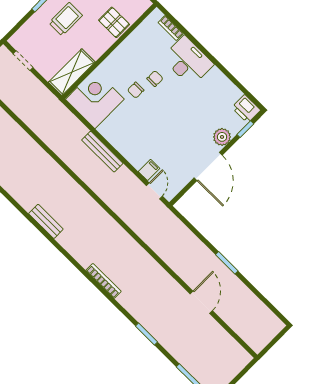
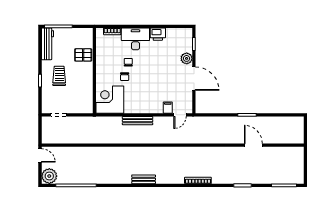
shelving: (72, 72) -> (87, 98), removed
printer: (246, 109) -> (158, 34), moved
door: (154, 191) -> (180, 115), swing flipped

